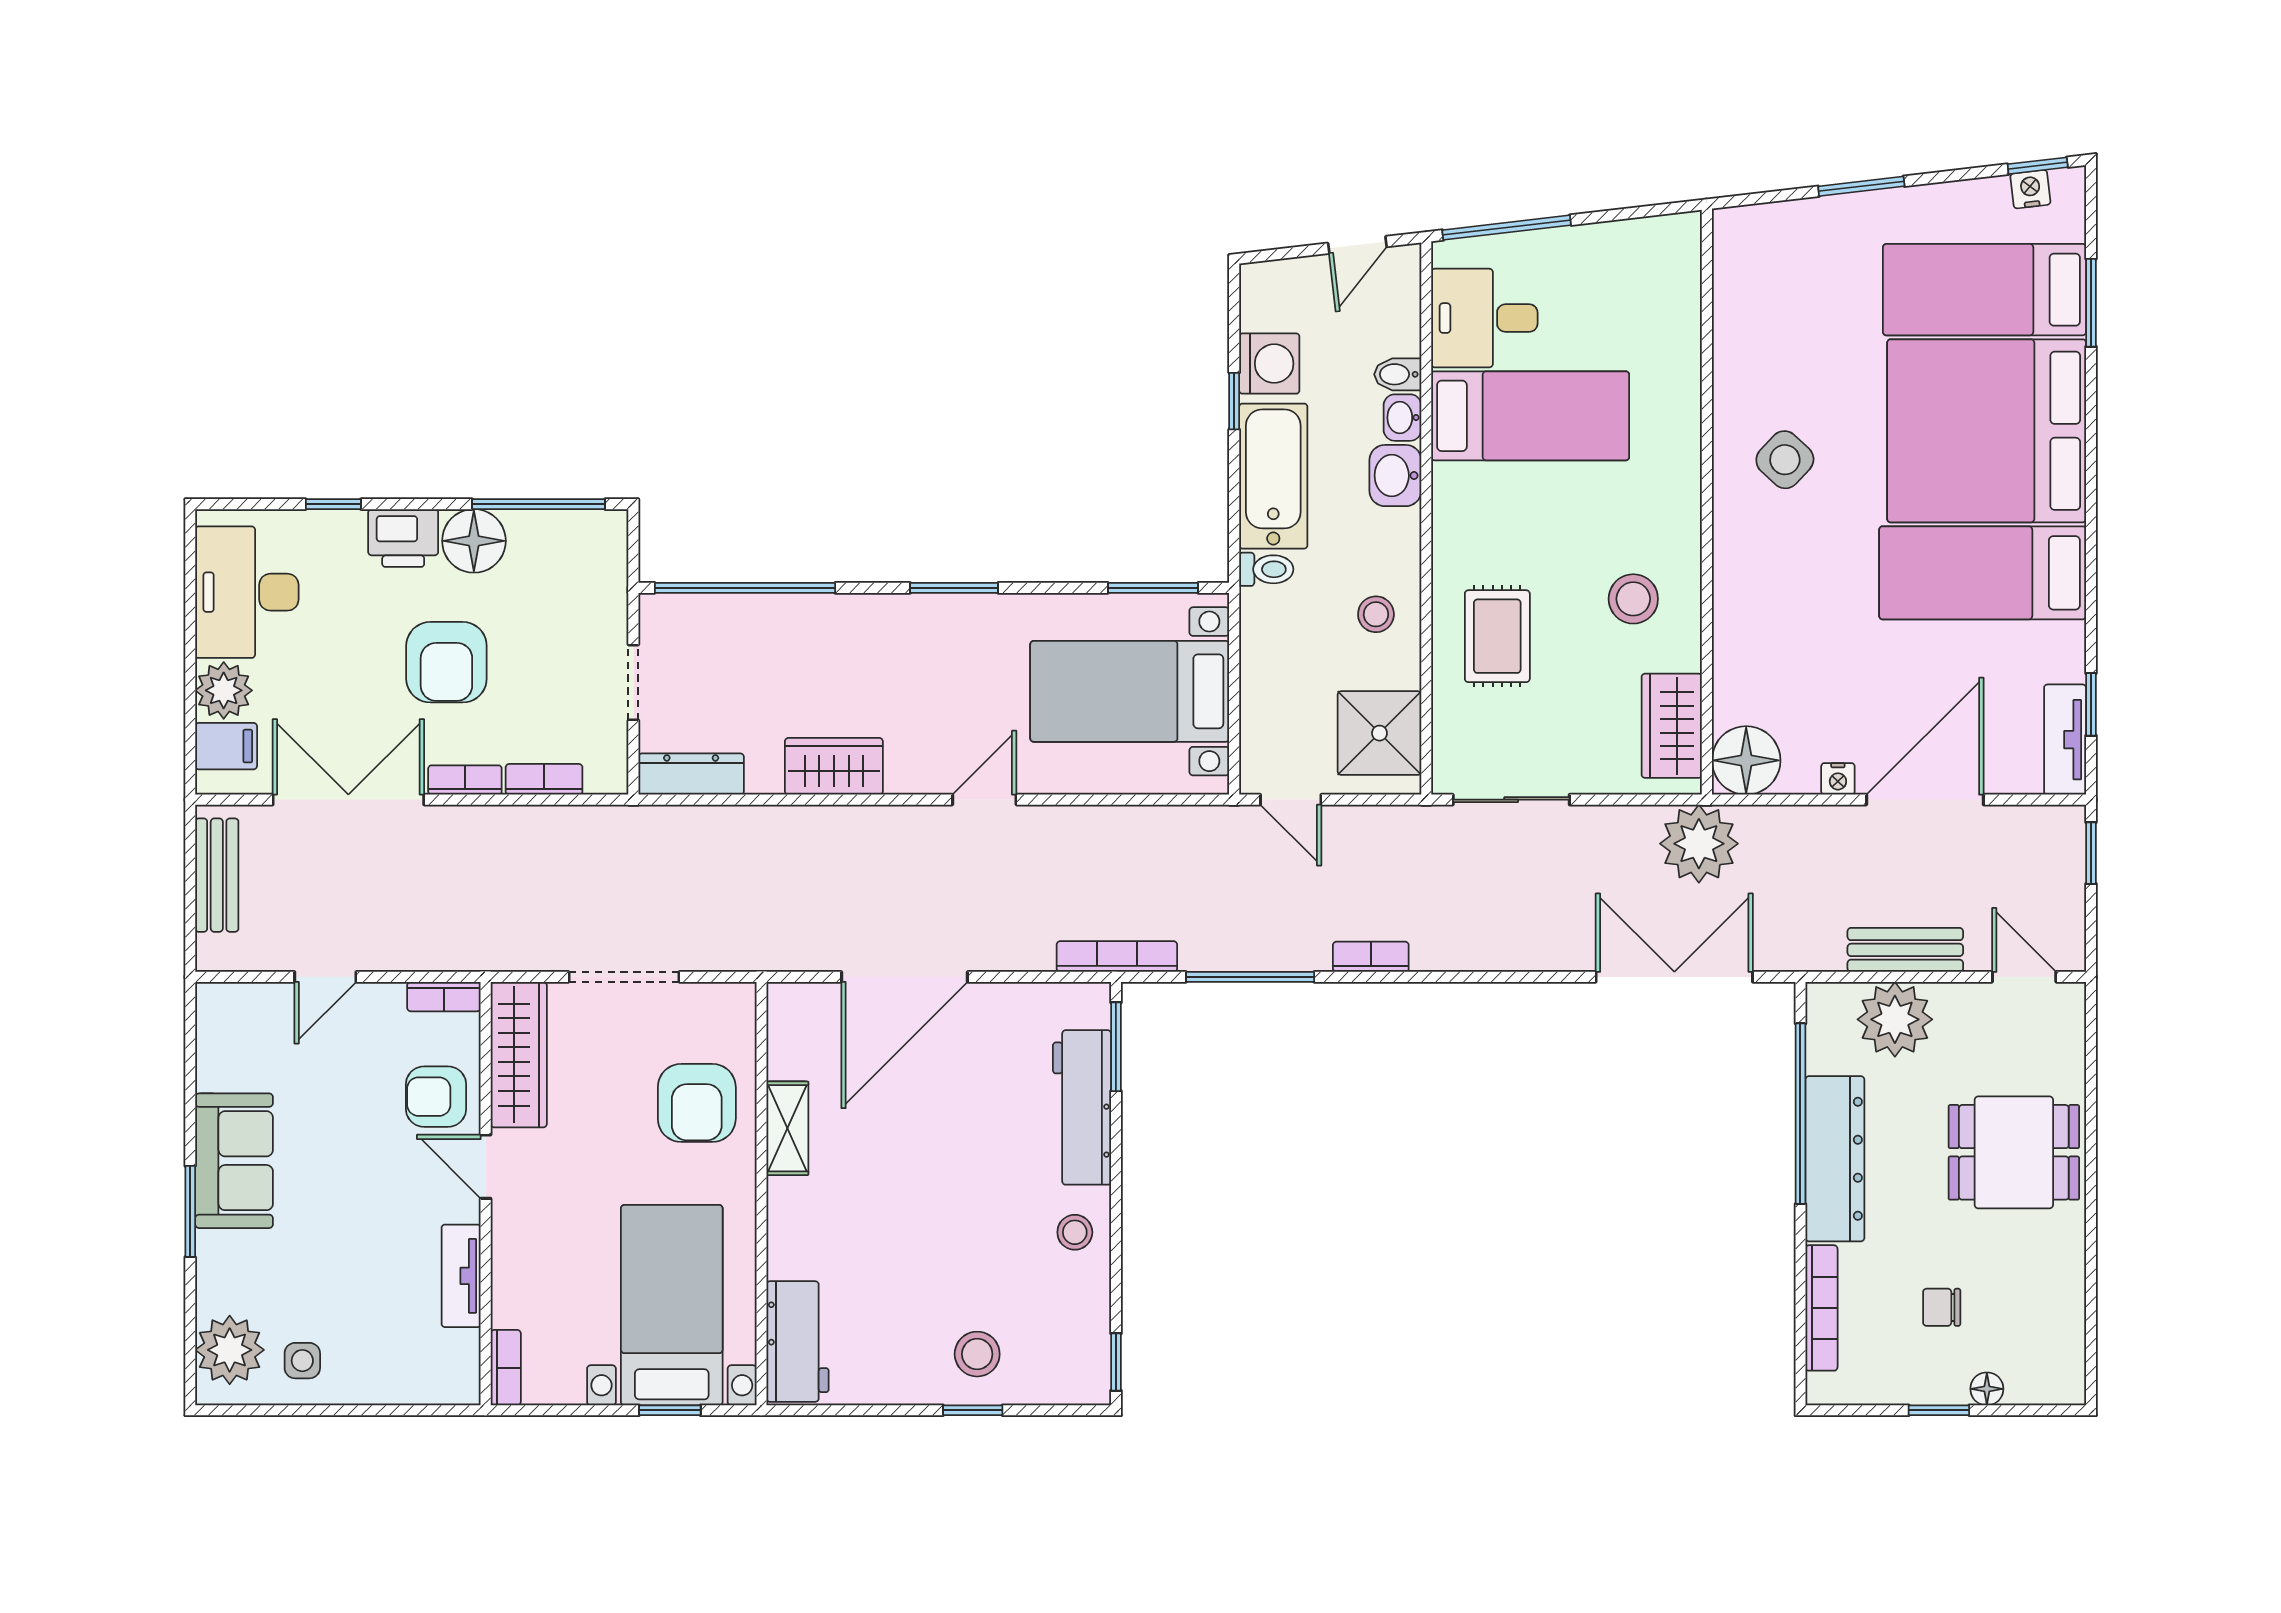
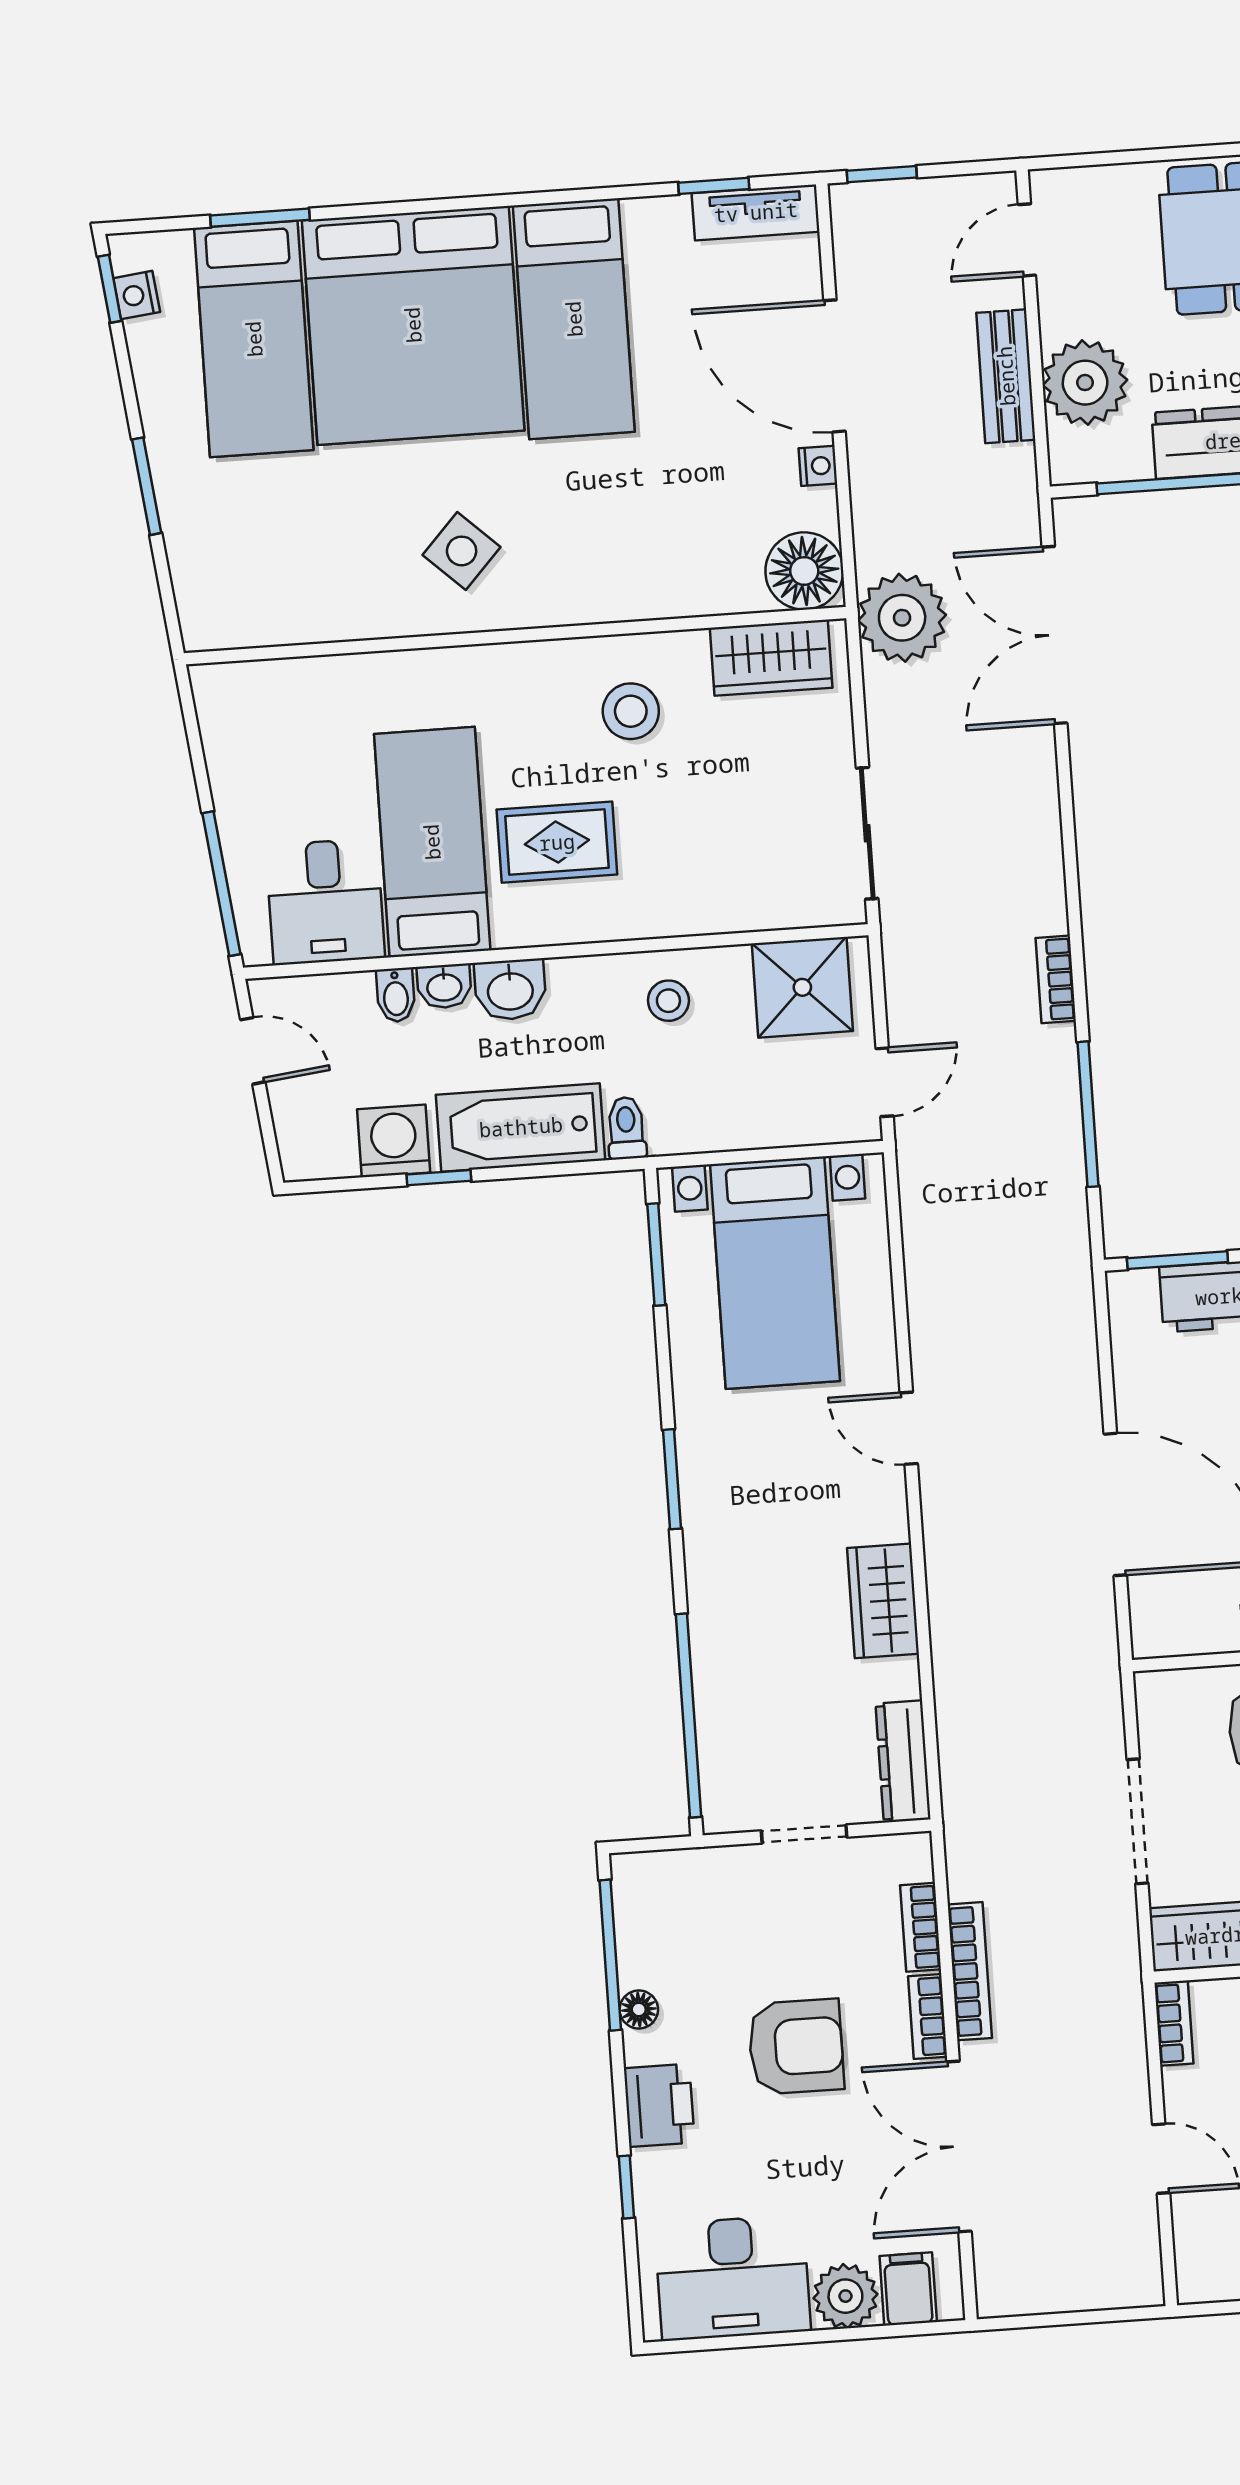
floor lamp: (474, 541) -> (639, 2010), width x0.53, depth x0.53
rug: (1497, 636) -> (557, 842), moved
bench: (217, 875) -> (1055, 2289), removed
bookcase: (1117, 957) -> (970, 1971), moved, turned 180

